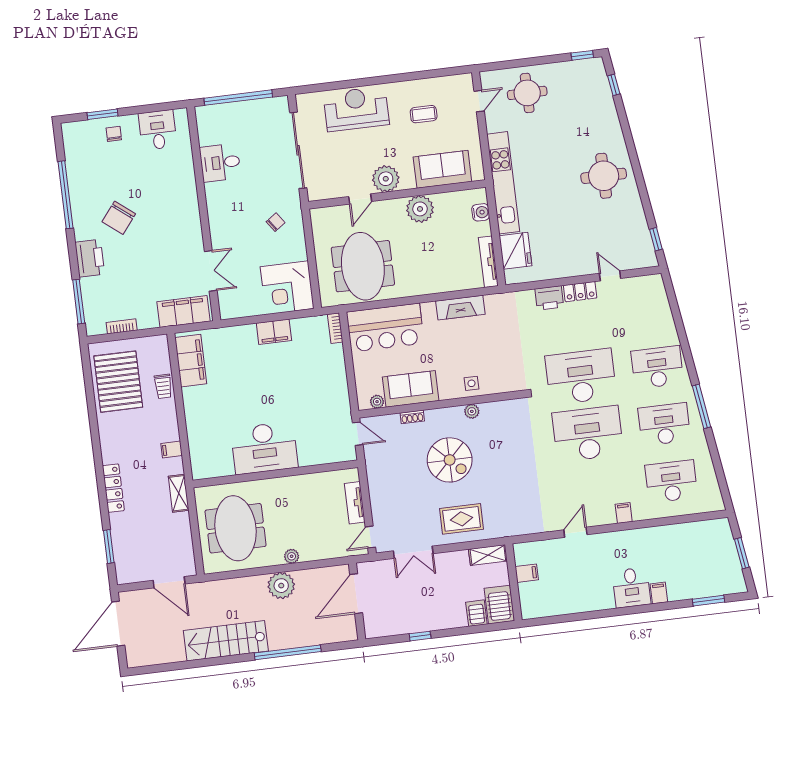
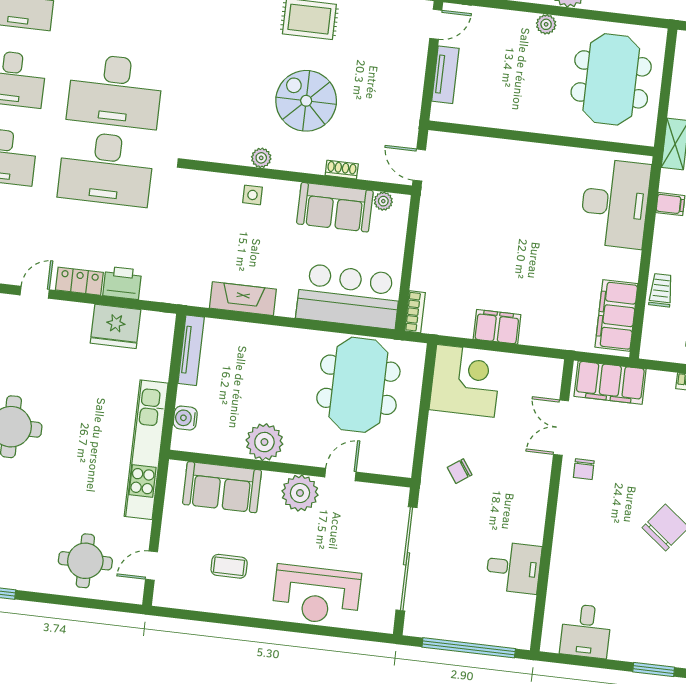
chair: (114, 134) -> (584, 469), moved
fridge: (515, 251) -> (116, 326), moved, turned -90
door: (610, 276) -> (35, 292), swing flipped
desk: (264, 448) -> (615, 204), moved, turned 90

